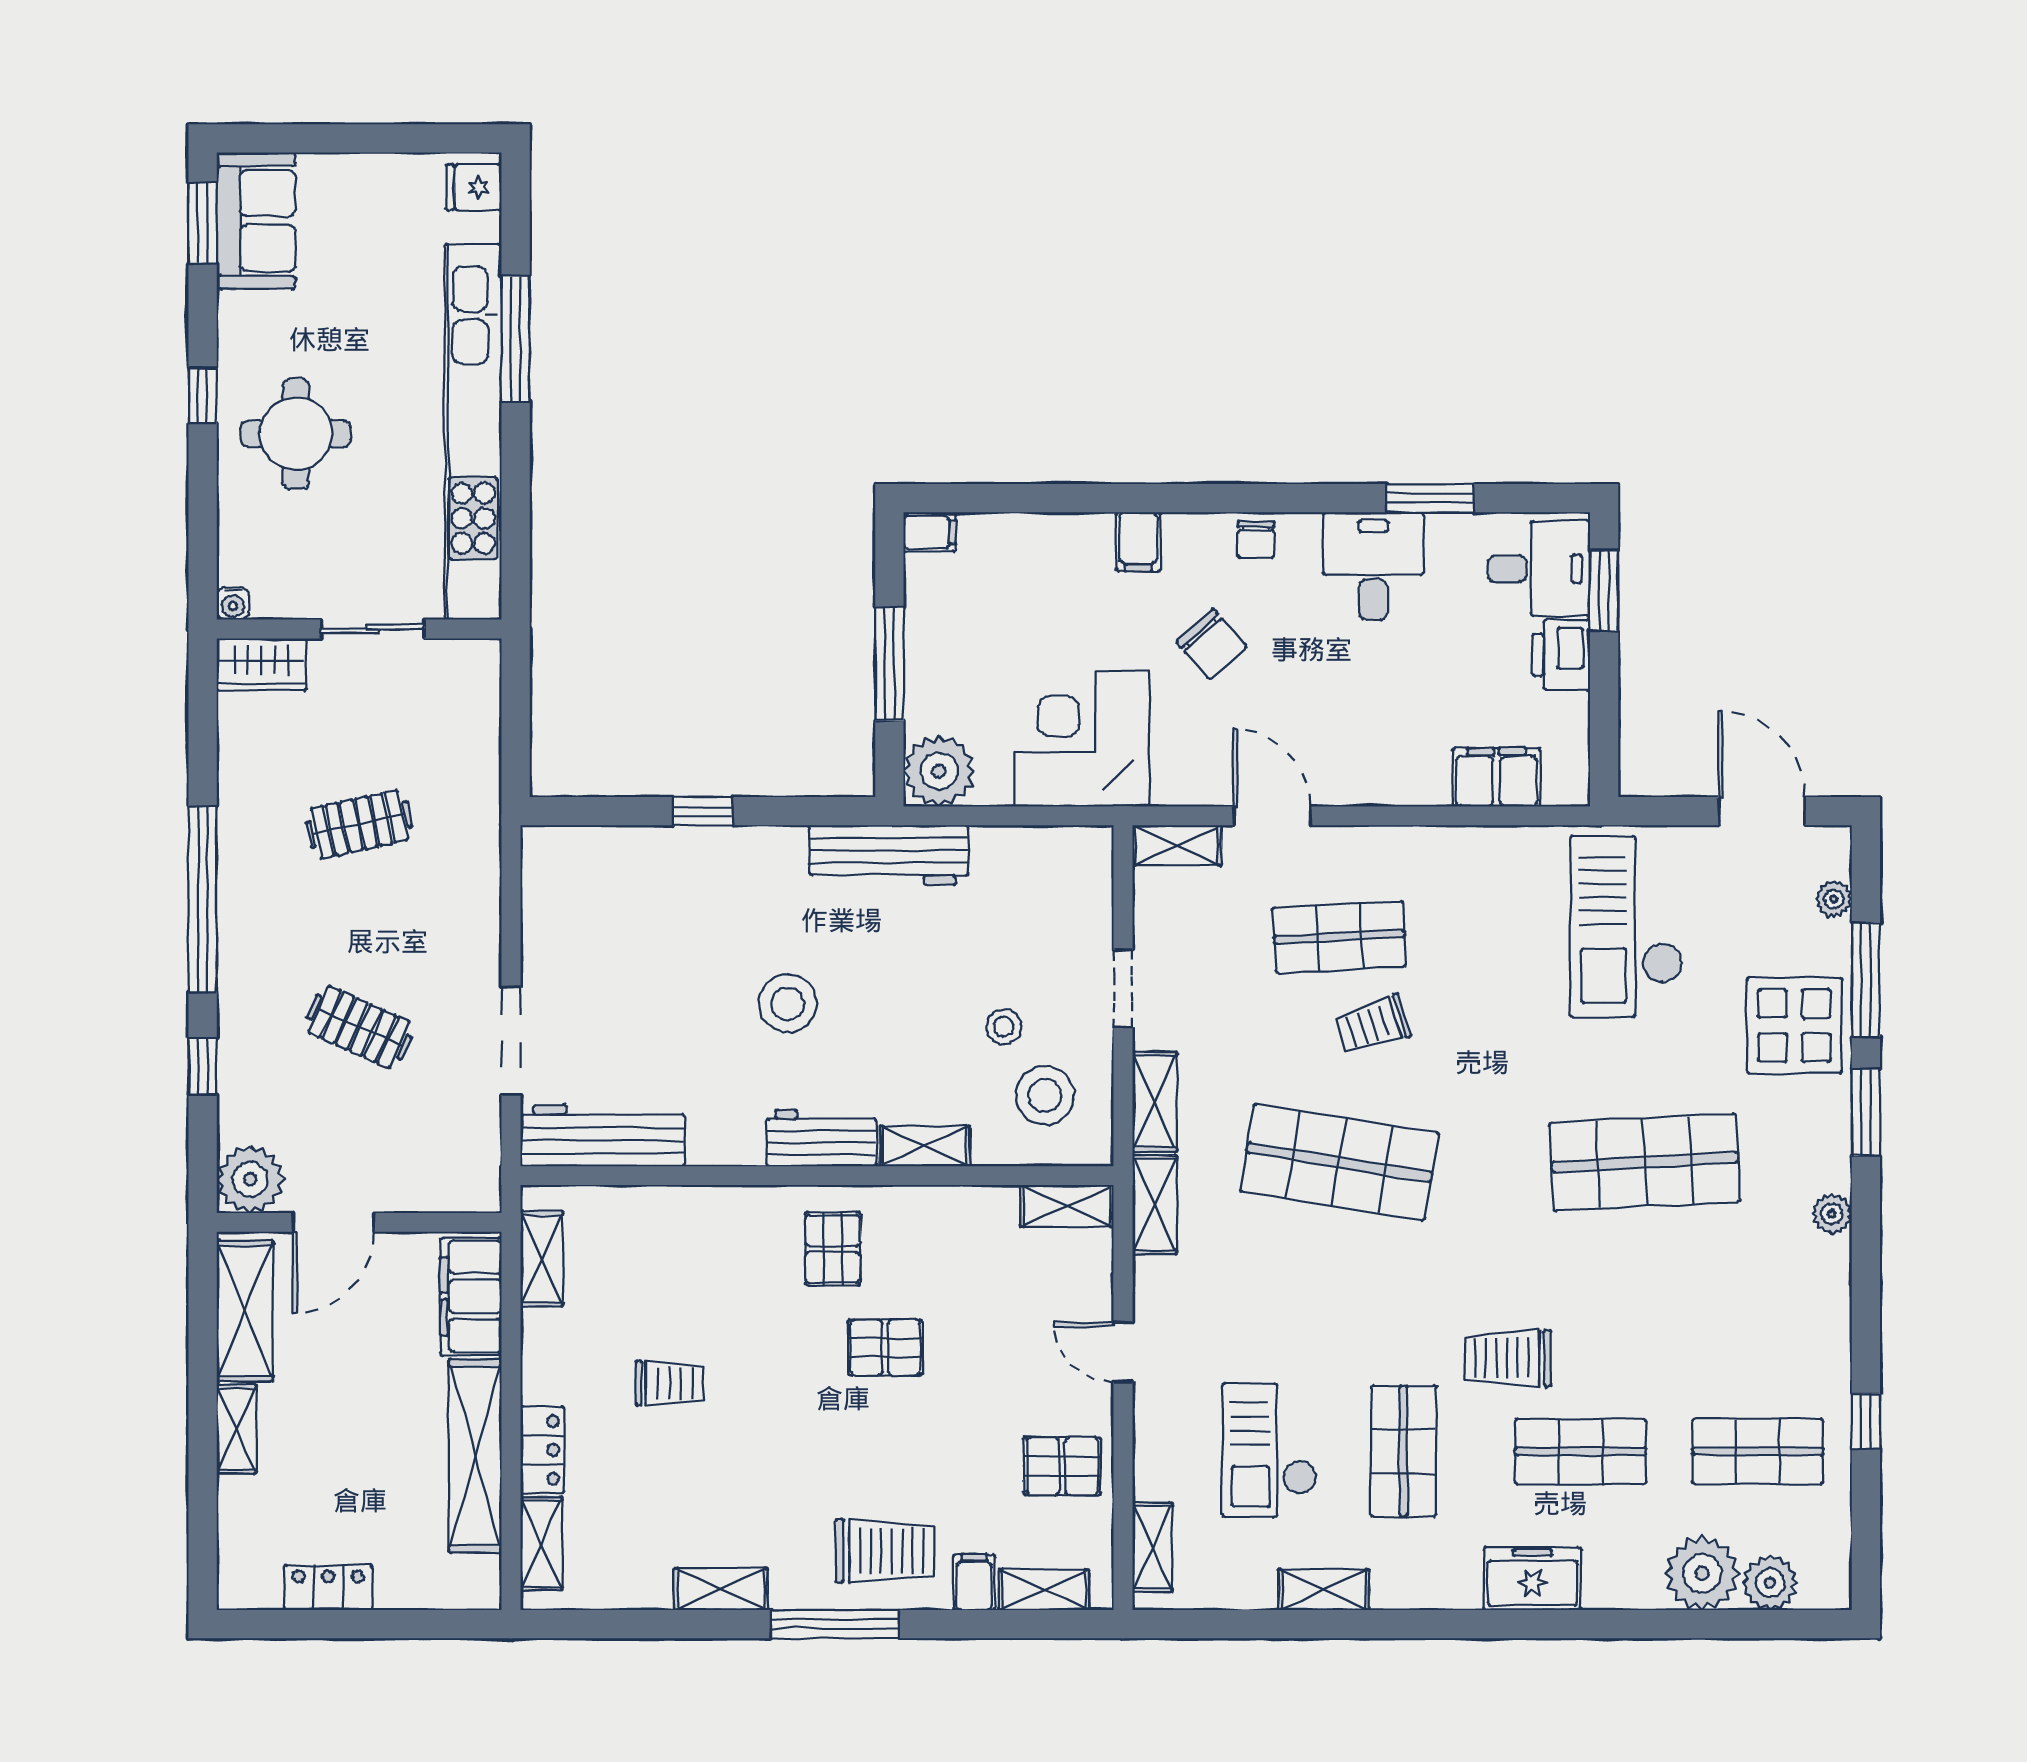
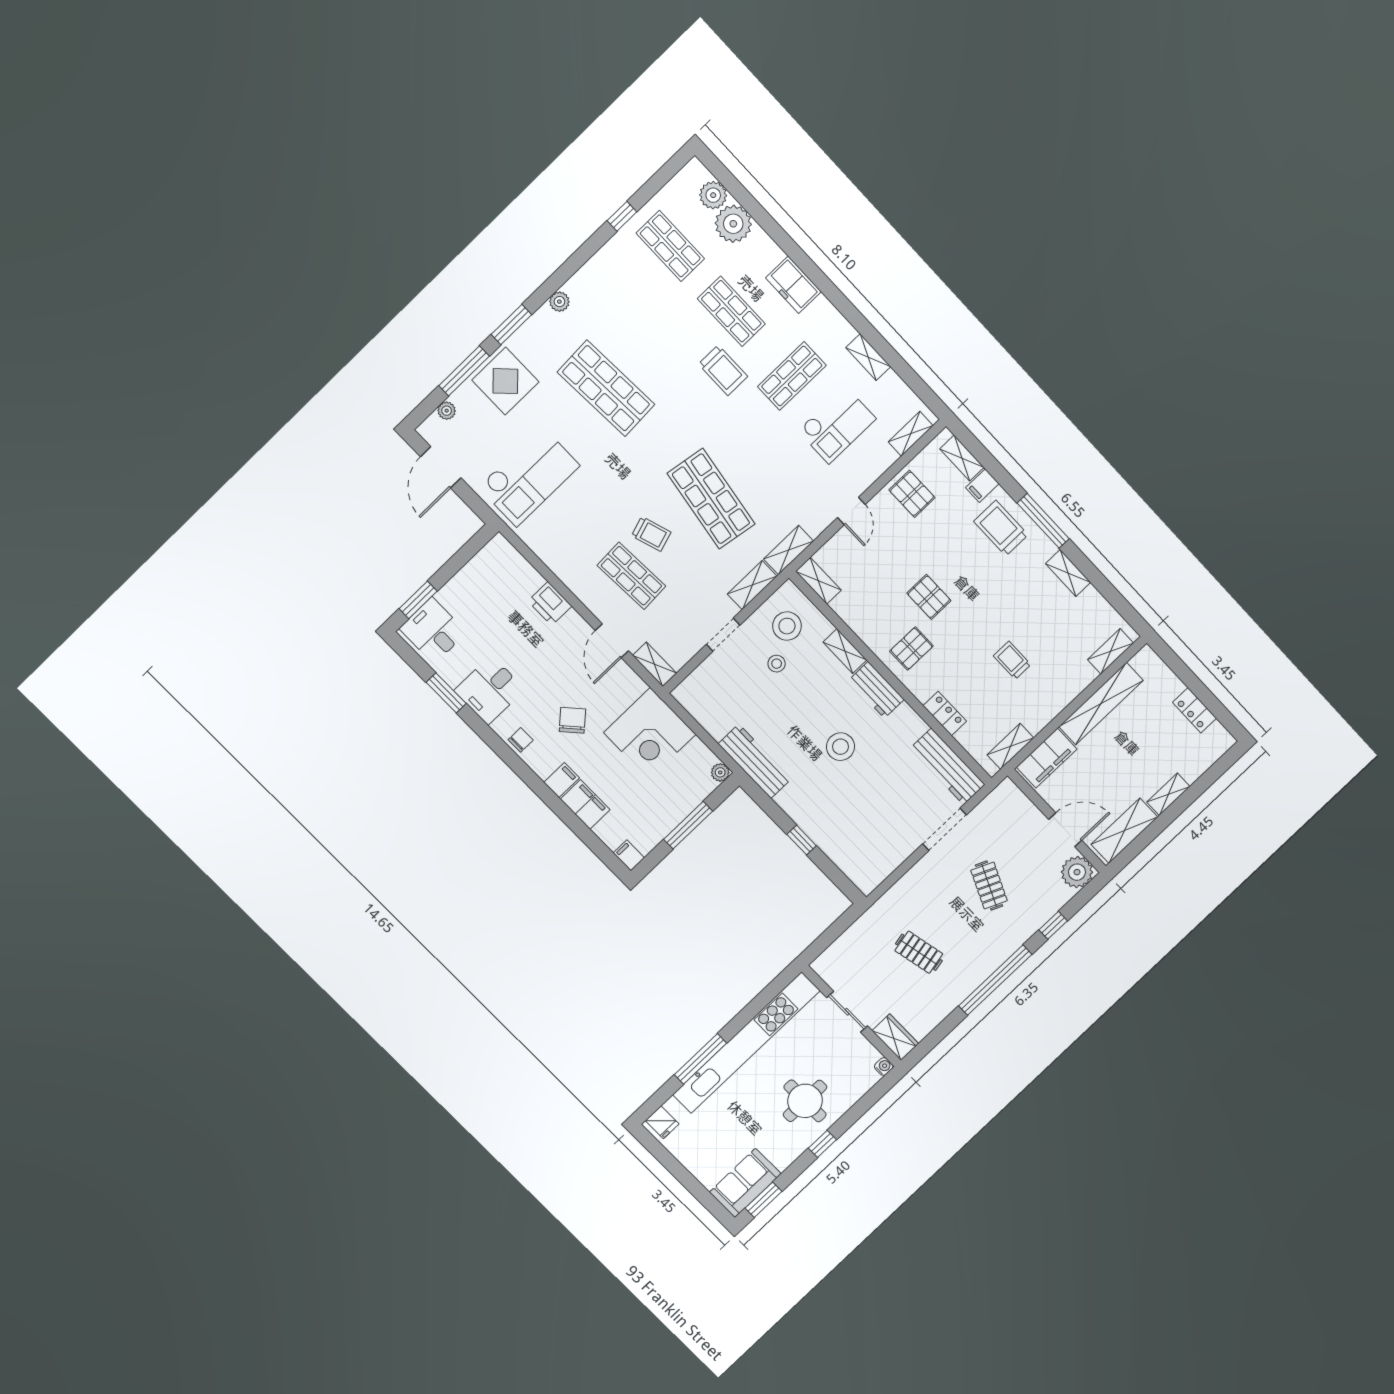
printer: (1561, 655) -> (550, 604), moved, turned 90
plant: (939, 771) -> (720, 772), width x0.53, depth x0.53
filing cabinet: (1496, 777) -> (585, 804), moved, turned 180
locker: (542, 1450) -> (945, 713), moved, turned 90

